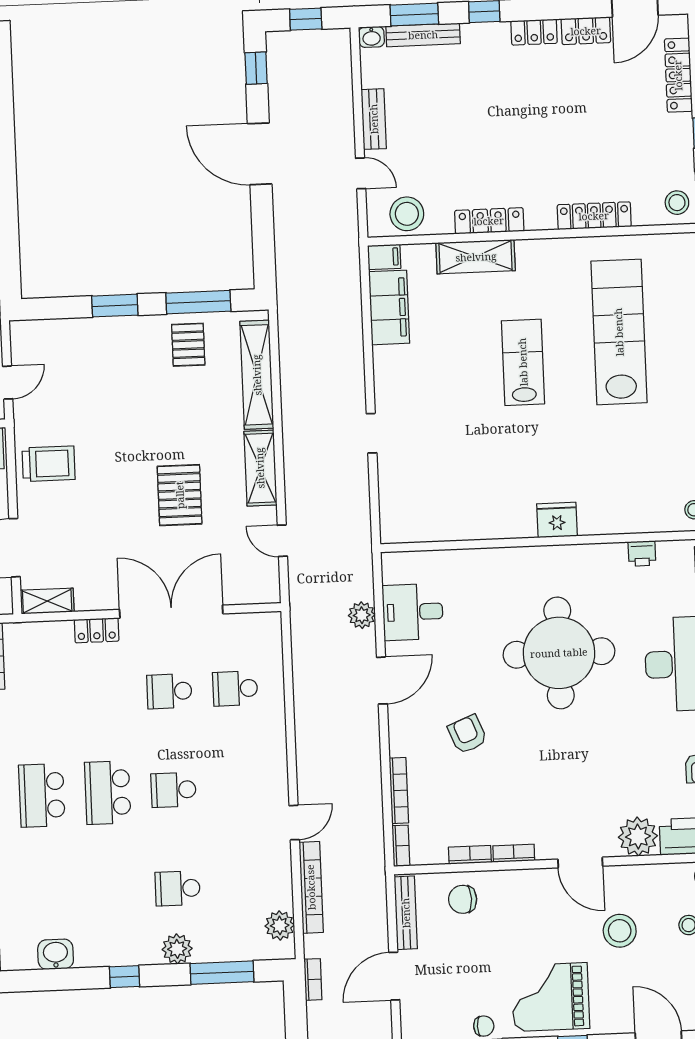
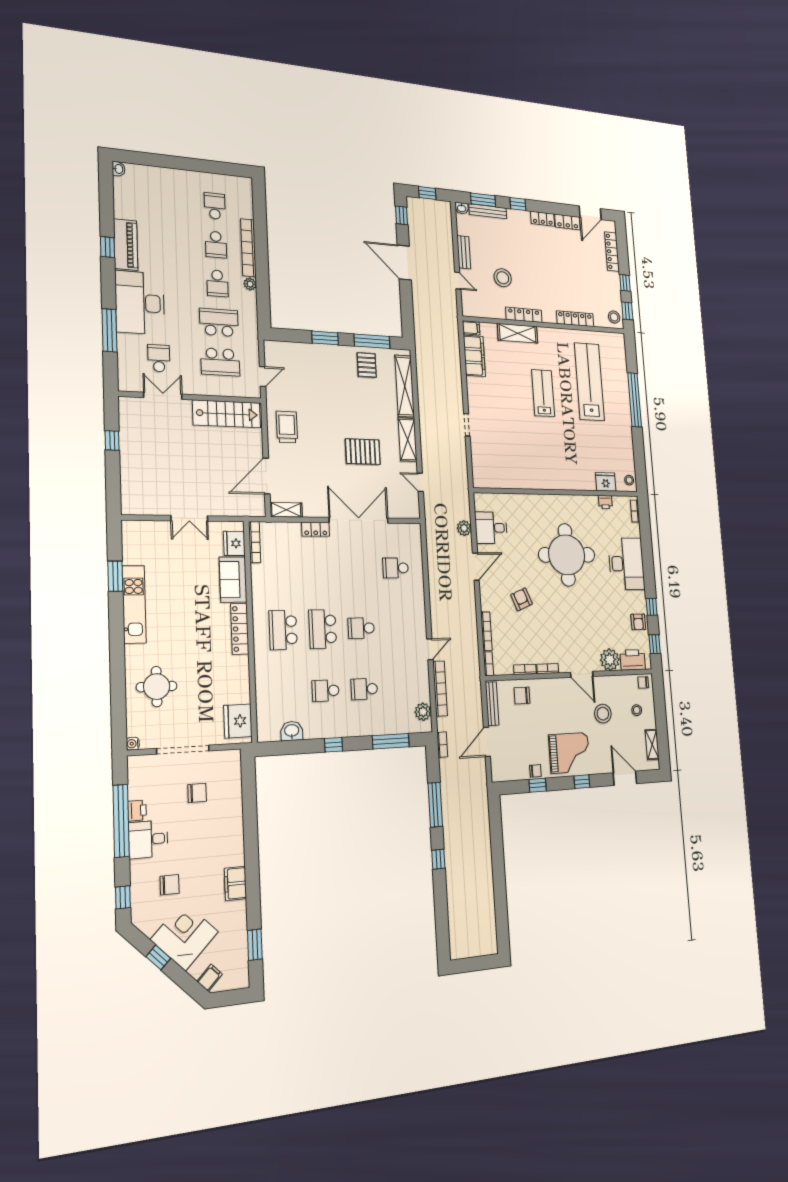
stool: (407, 214) -> (503, 278), moved
trolley: (49, 464) -> (287, 427), turned -90
pallet: (180, 495) -> (363, 452), turned 90
fridge: (557, 520) -> (606, 482), moved
school desk: (169, 691) -> (326, 691), moved
plant: (177, 949) -> (364, 727), removed
grand piano: (550, 997) -> (569, 753), turned 180

